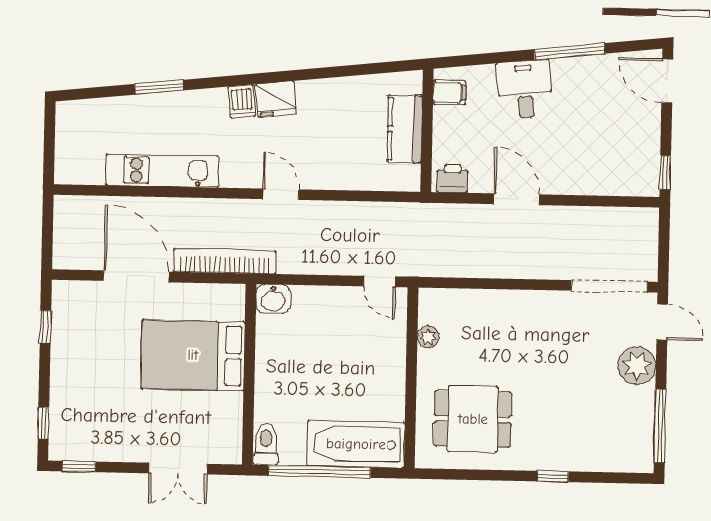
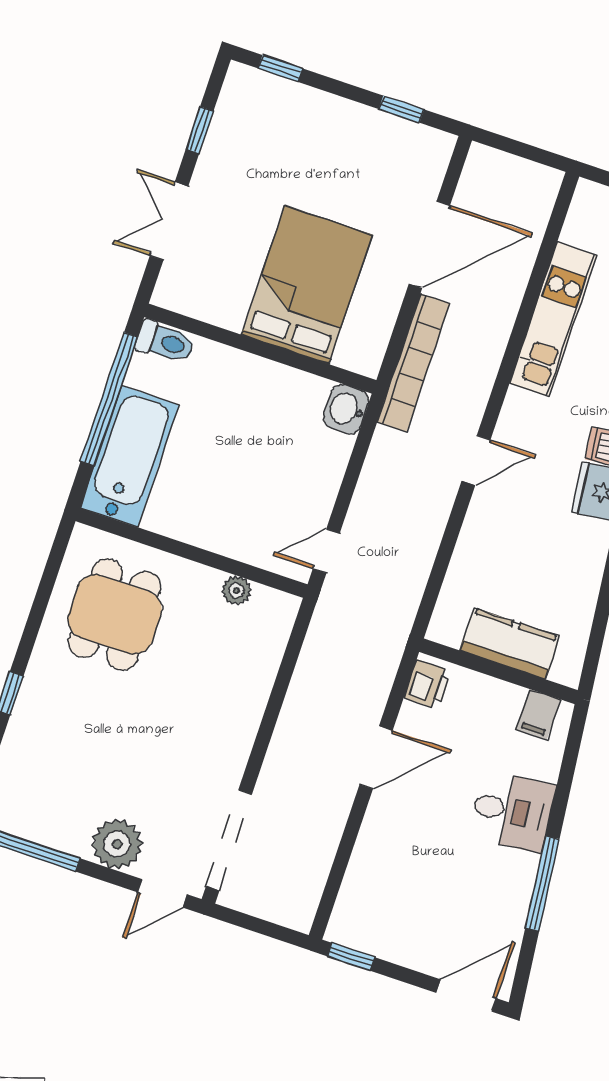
window: (79, 466) -> (200, 130), moved

